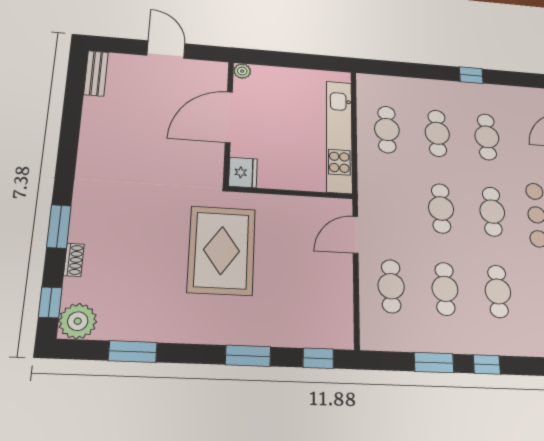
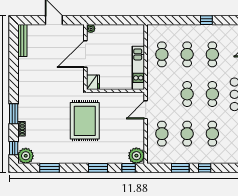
bench: (96, 73) -> (22, 41), width x1.36
kitchen unit: (339, 136) -> (138, 68), width x0.73
plant: (336, 331) -> (136, 156), added

